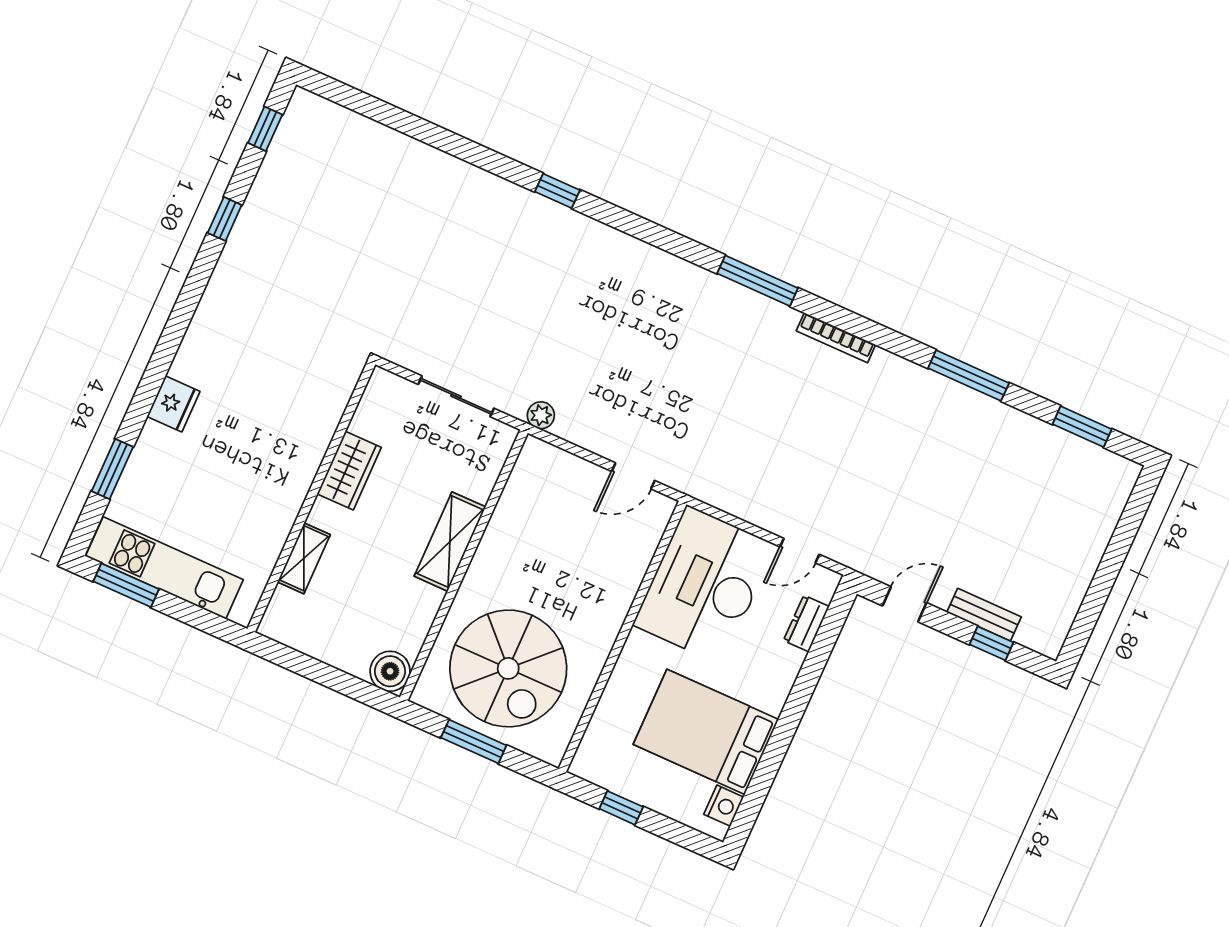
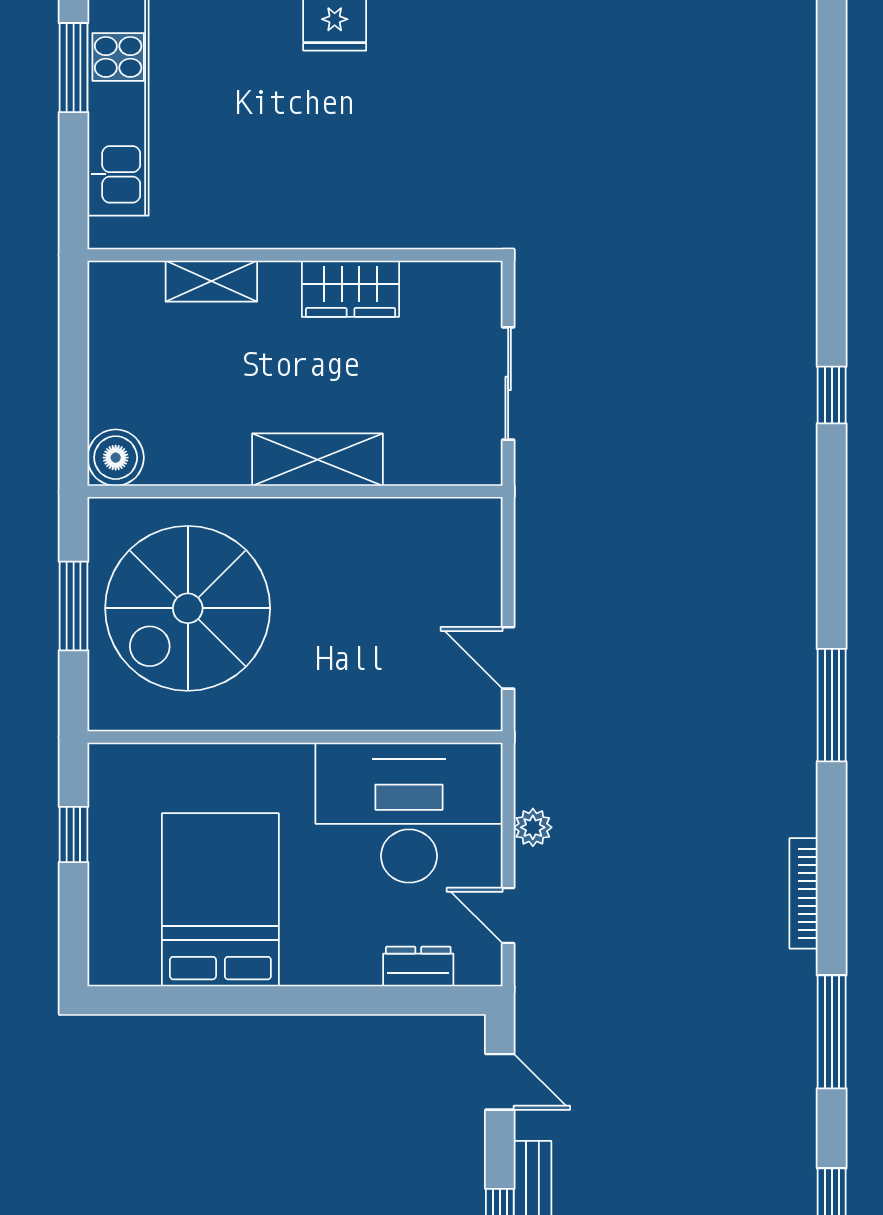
bookcase: (836, 338) -> (804, 893), moved
plant: (541, 415) -> (533, 827), moved
nightstand: (724, 806) -> (136, 965), removed

